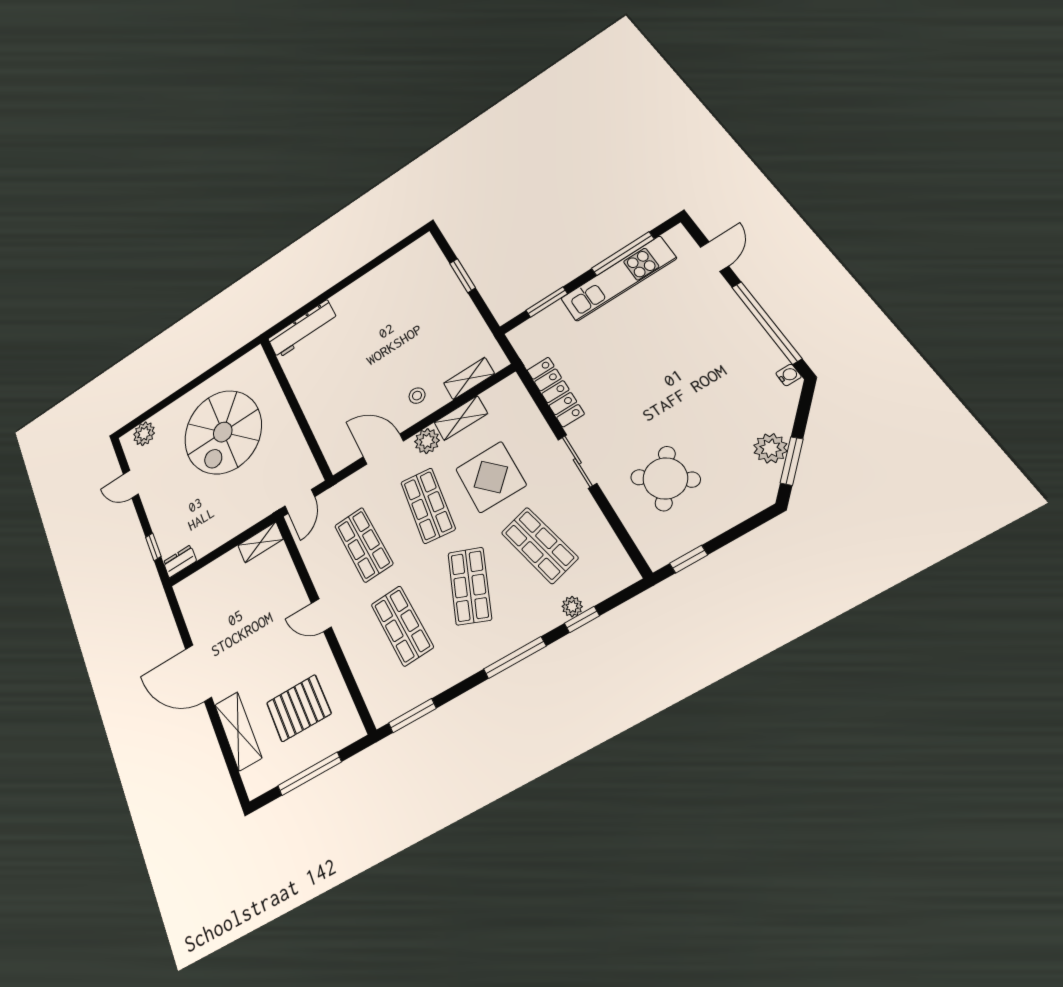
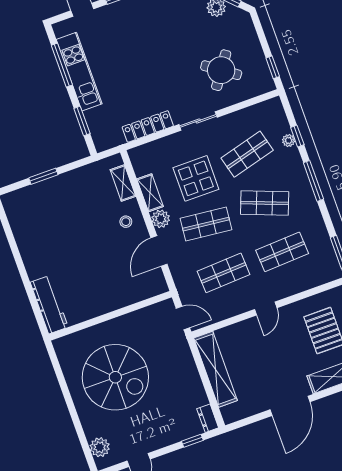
shelving: (260, 542) -> (216, 369), width x2.20, depth x1.33

